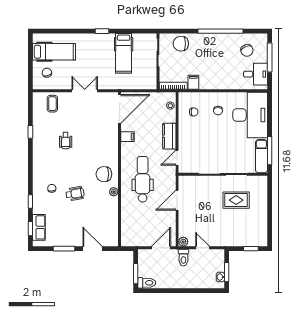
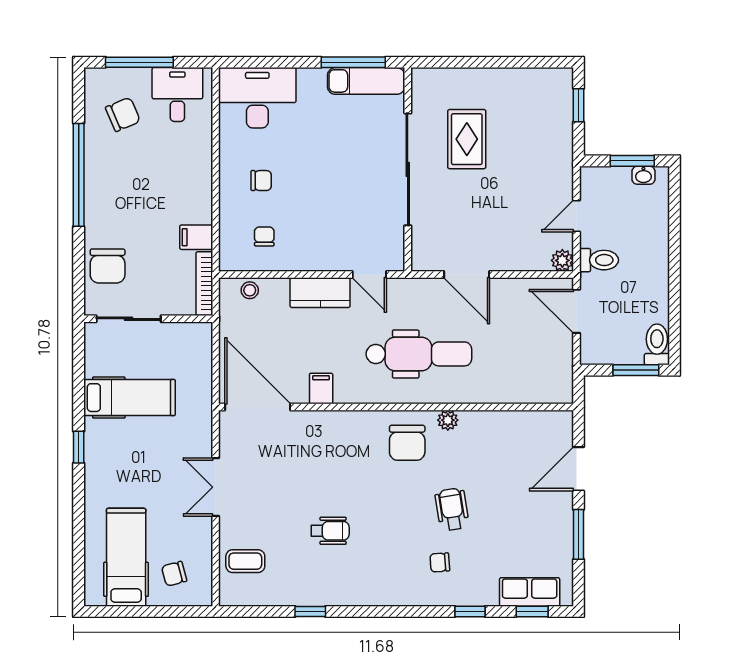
desk: (250, 115) -> (257, 98), width x0.73, depth x0.77
dental chair: (143, 179) -> (419, 354), turned 180

